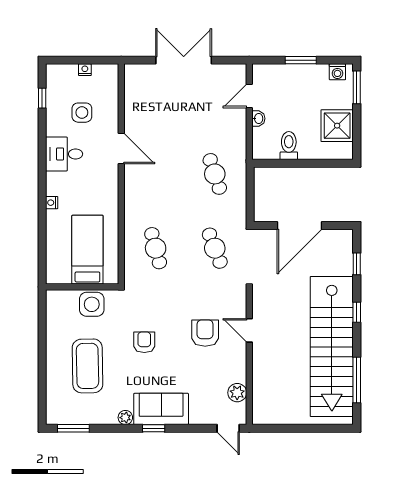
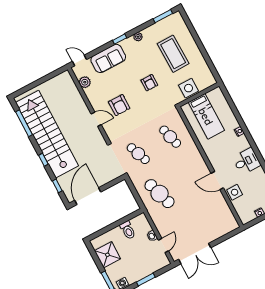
double door: (184, 60) -> (195, 254), moved
side table: (82, 113) -> (235, 192), moved
cafe table: (215, 174) -> (160, 194), width x1.37, depth x1.35
door: (299, 226) -> (88, 196), moved
sofa: (161, 409) -> (108, 58), moved

